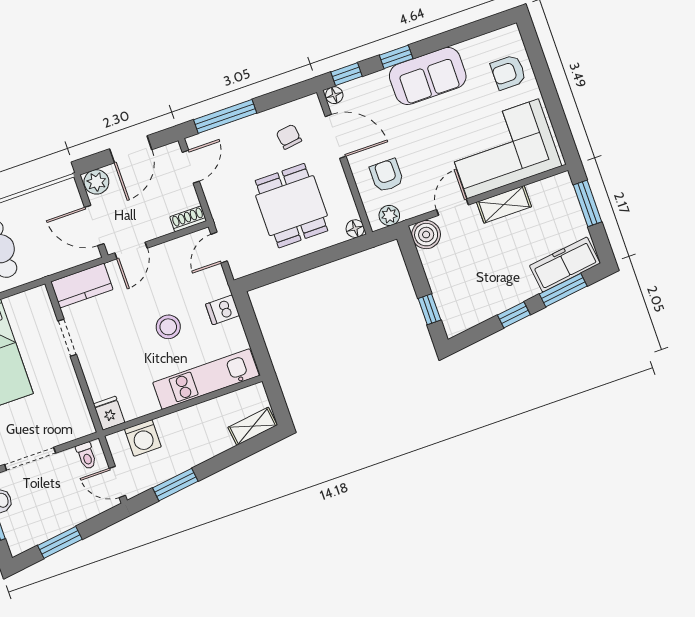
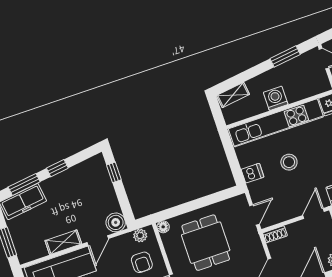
kitchen unit: (206, 379) -> (276, 123), width x1.36
washing machine: (143, 438) -> (276, 98), moved

